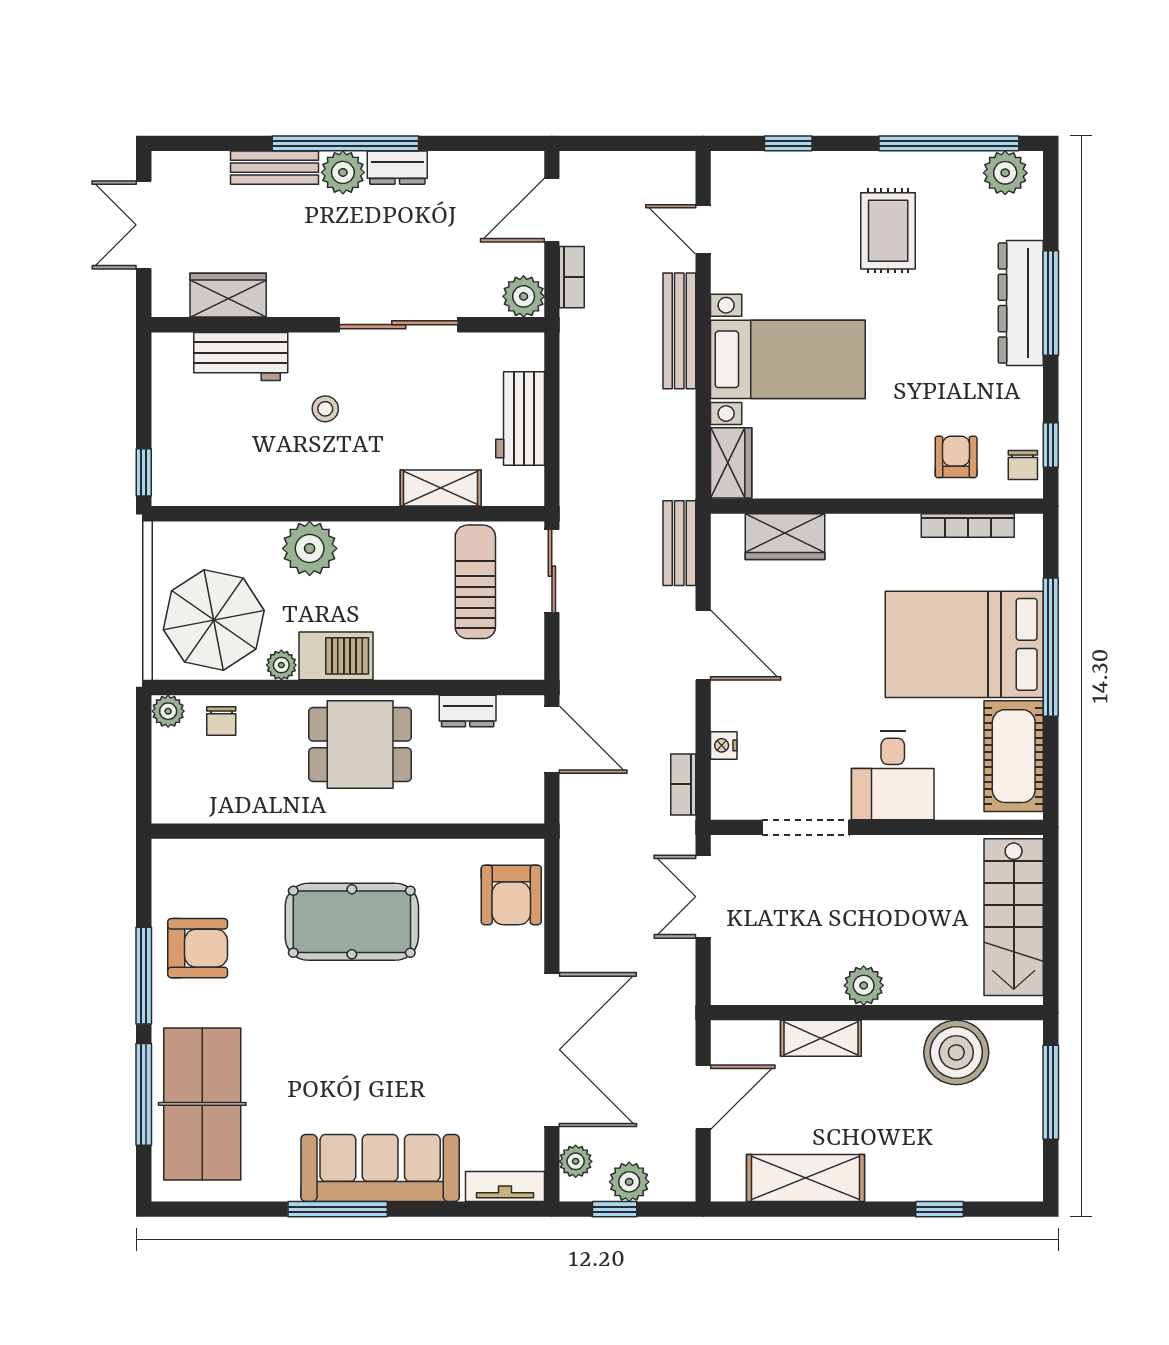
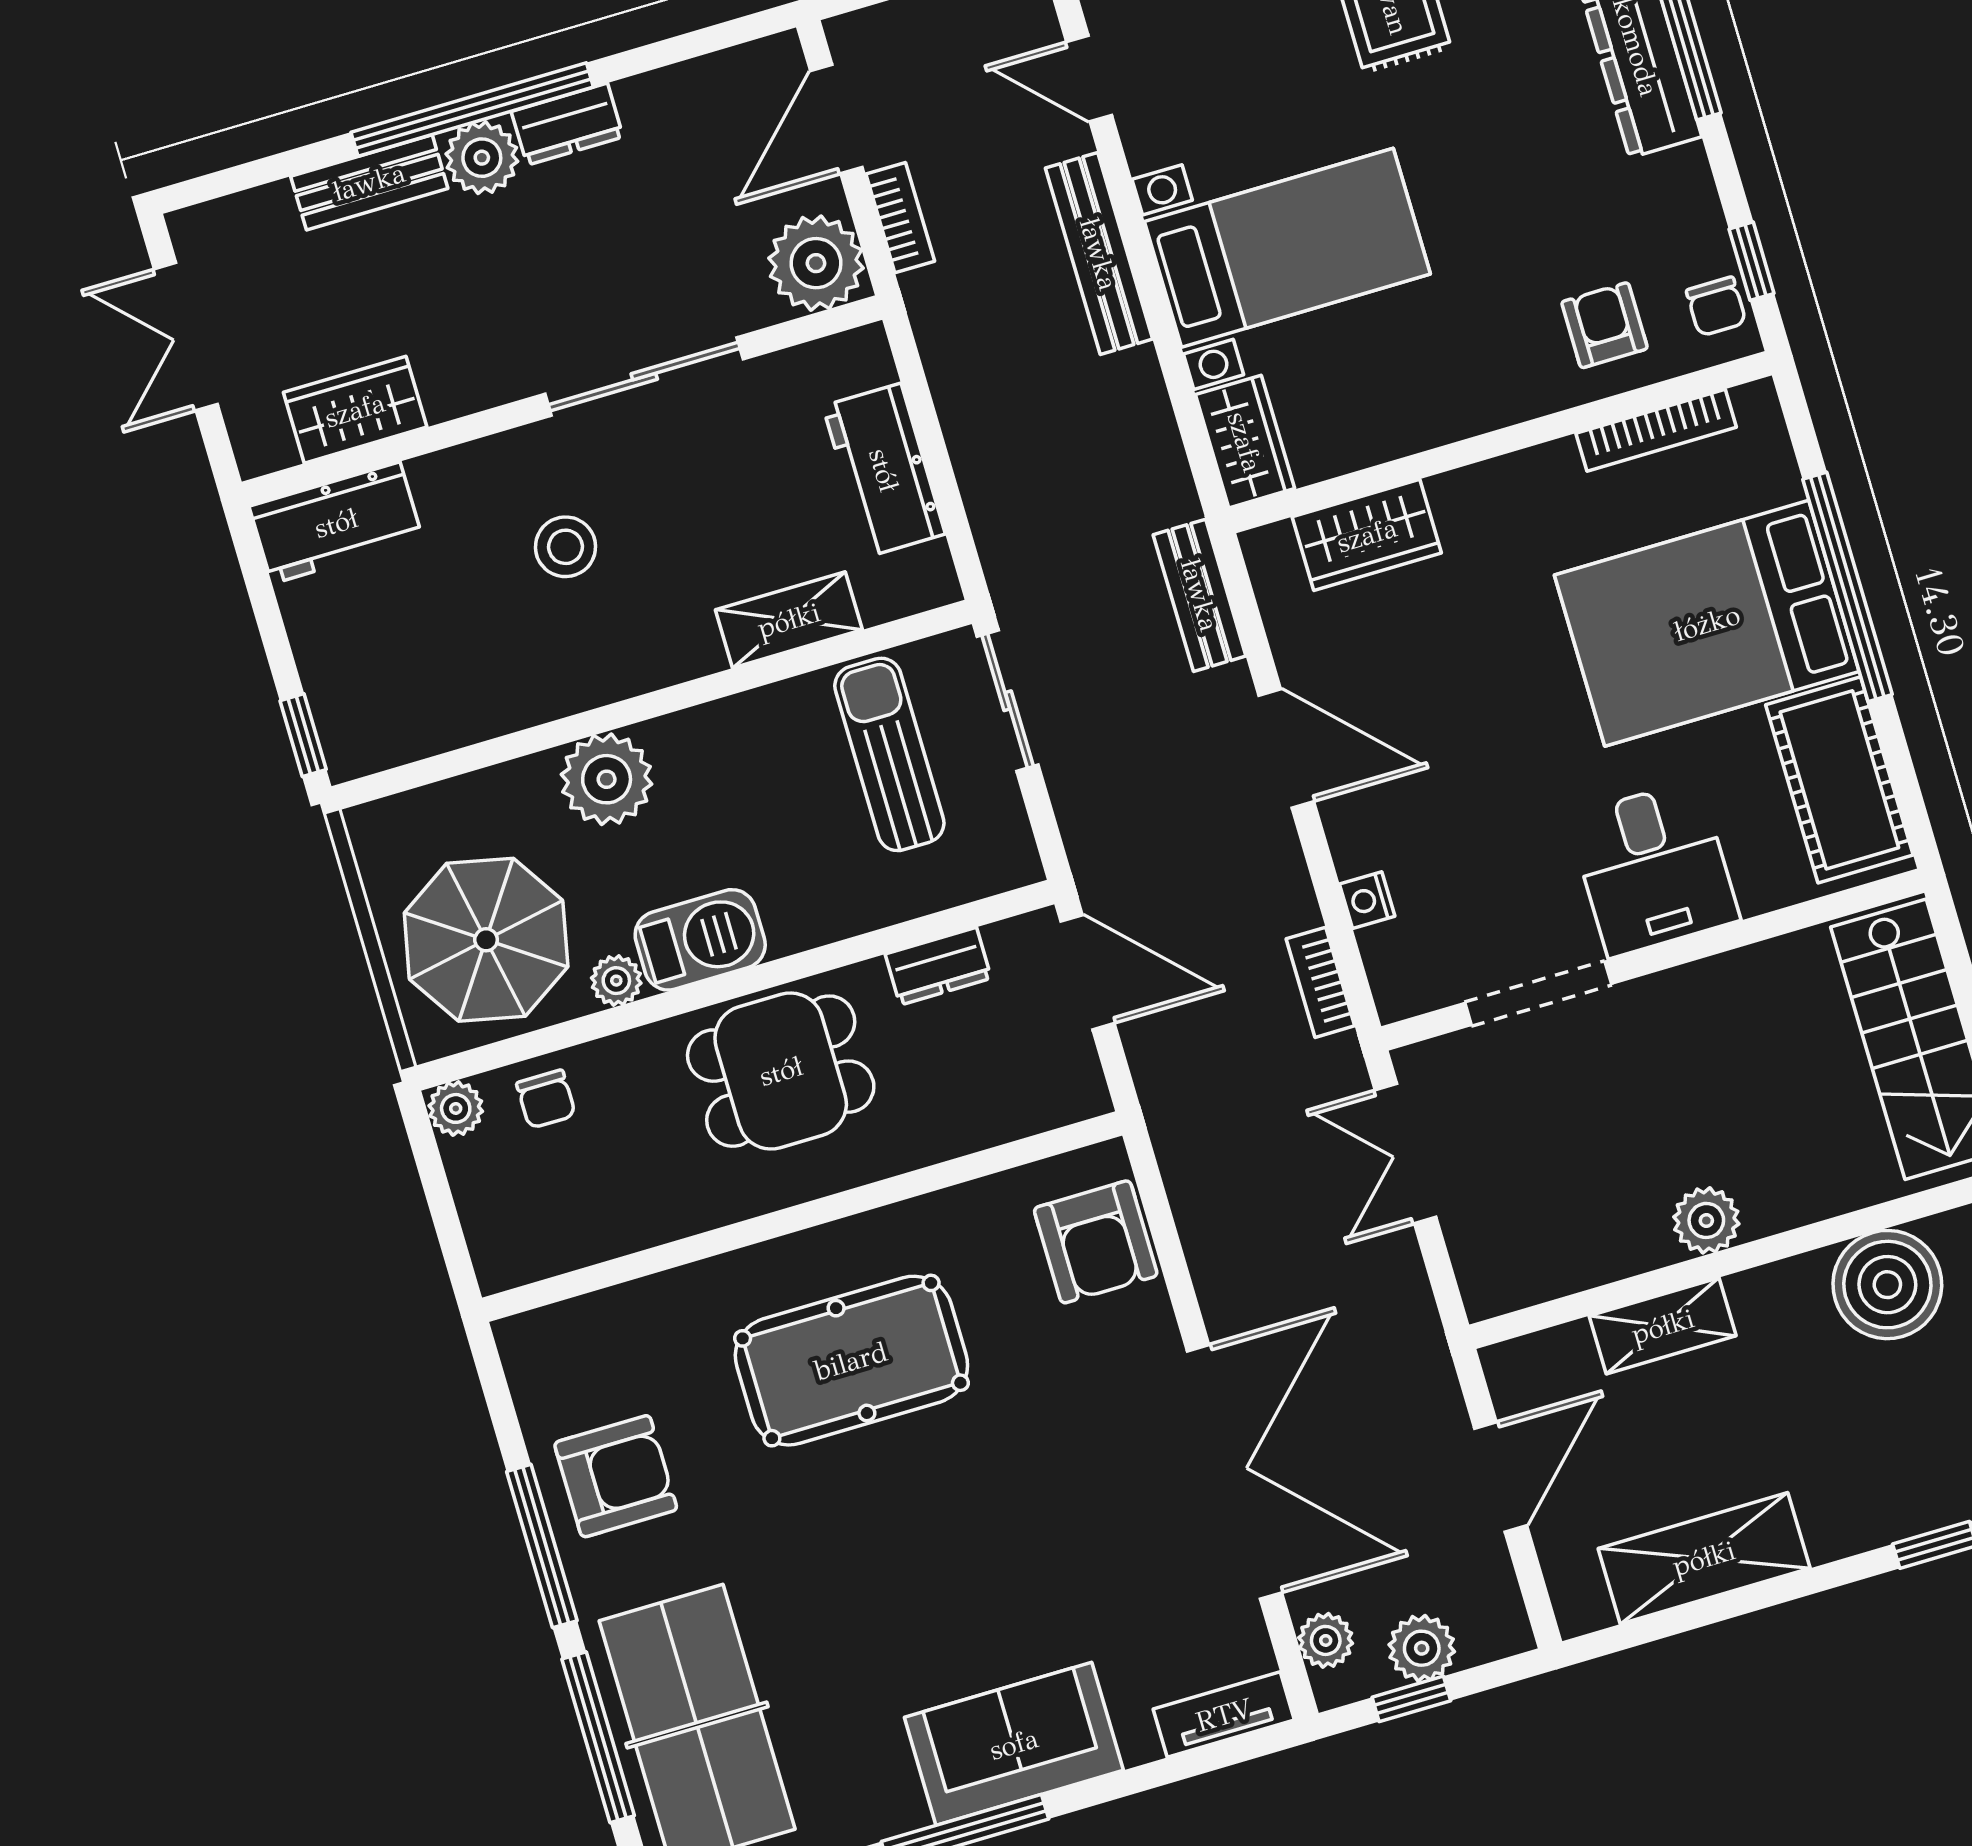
plant: (524, 296) -> (816, 263), width x1.36, depth x1.36
workbench: (241, 357) -> (336, 523), moved
stool: (325, 409) -> (566, 547), width x1.37, depth x1.37
sofa: (380, 1168) -> (1014, 1744), width x0.73

